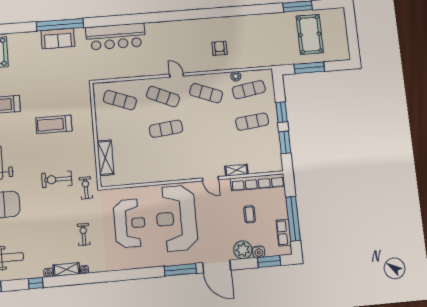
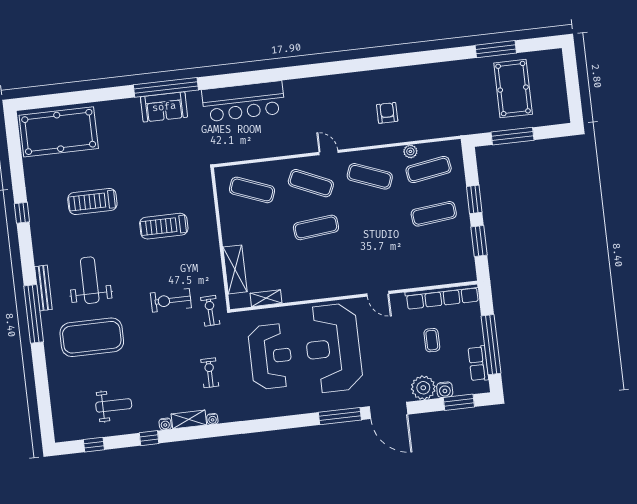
shelving: (236, 170) -> (266, 298), moved

